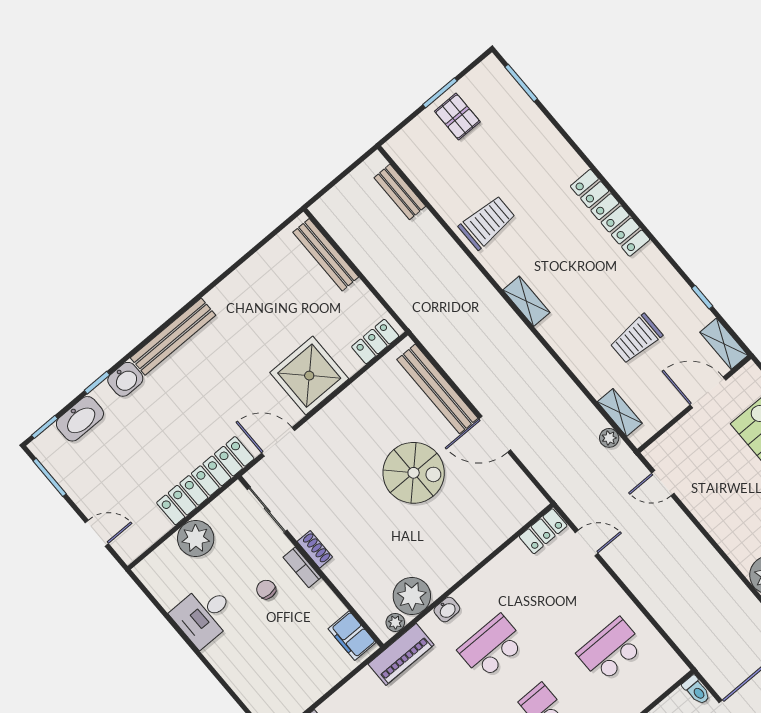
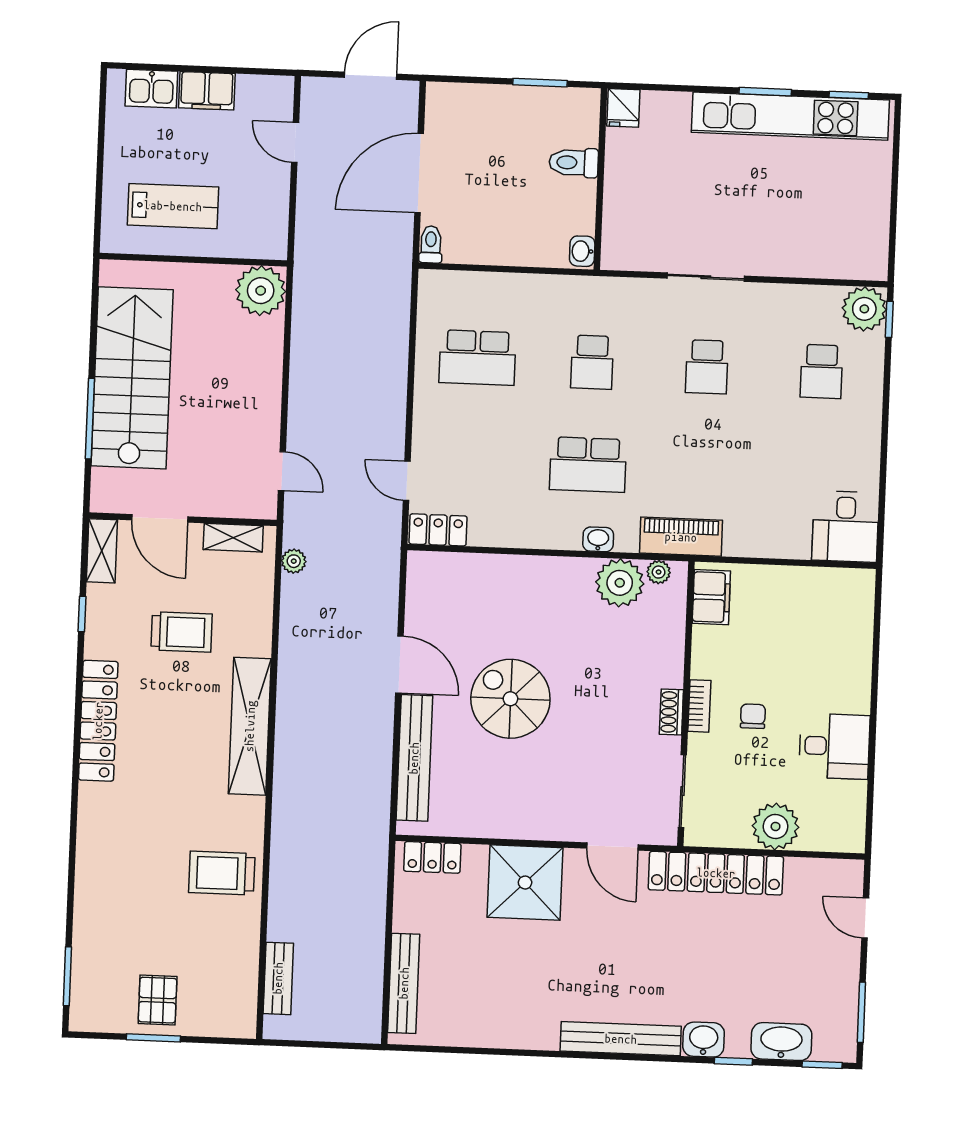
locker: (610, 213) -> (98, 721), moved
shelving: (526, 301) -> (250, 726), width x2.20, depth x1.33
shelving: (620, 412) -> (233, 538), moved, turned 90
chair: (266, 589) -> (753, 716), turned 180

